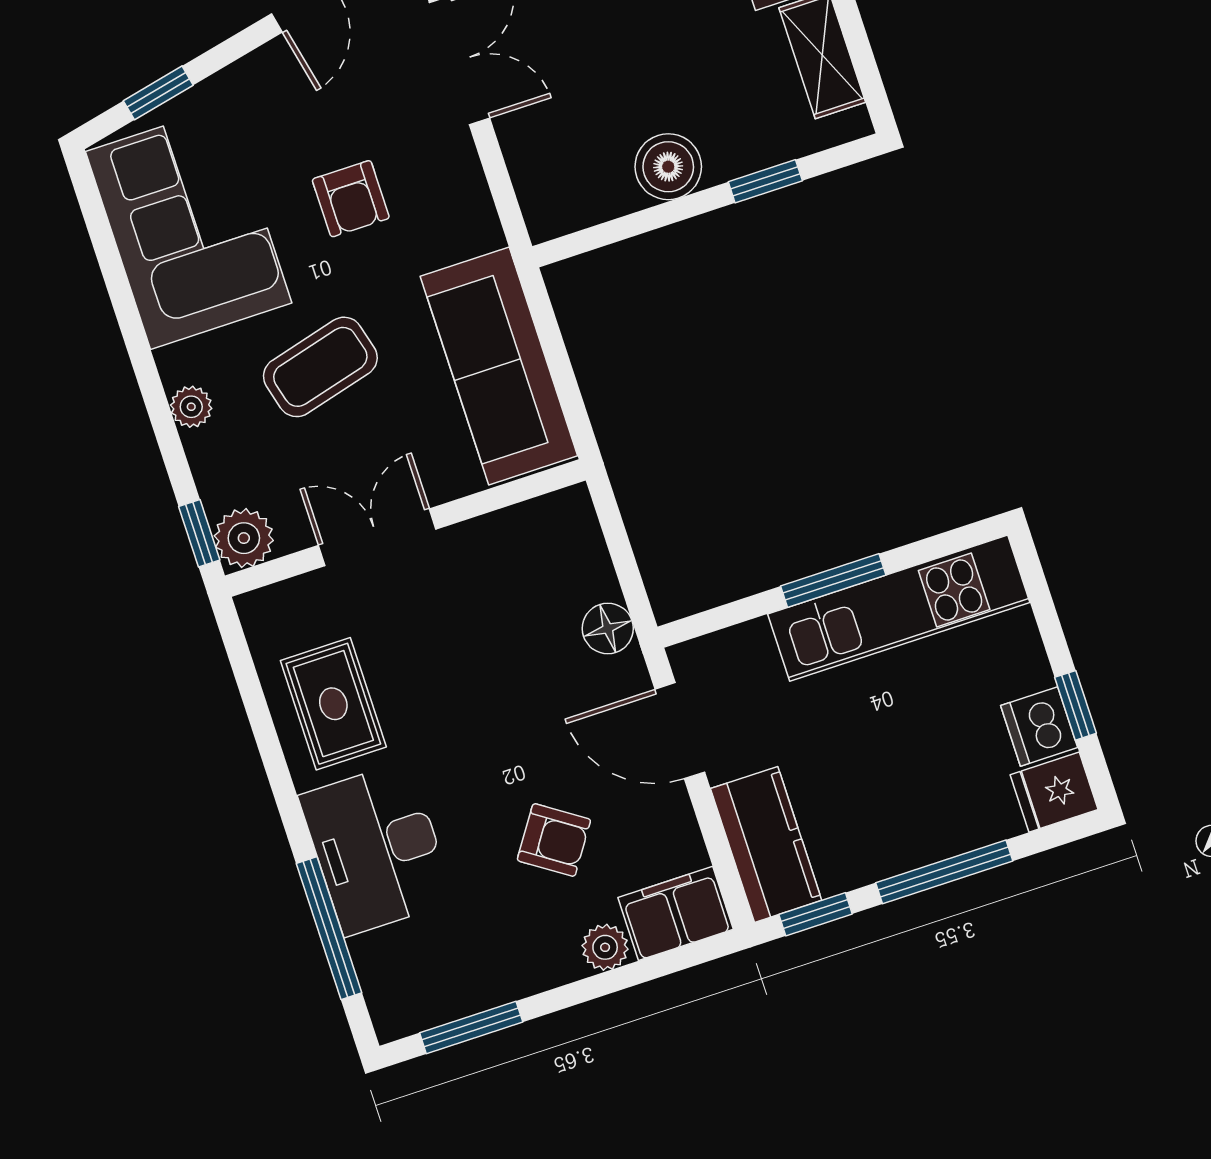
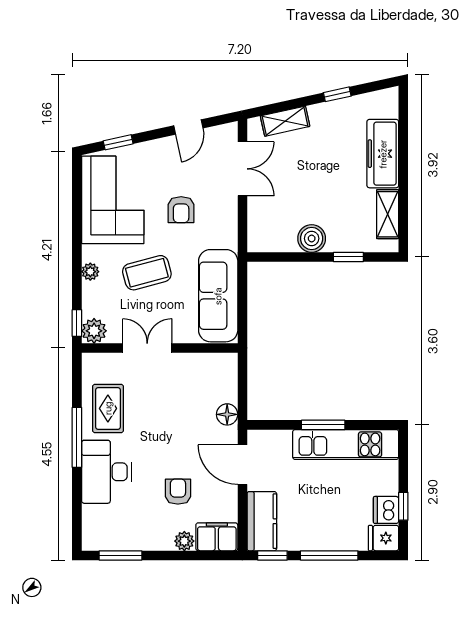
armchair: (554, 840) -> (178, 492), turned -124
window: (329, 928) -> (77, 437), moved

